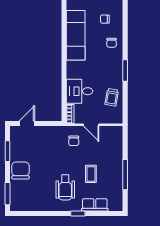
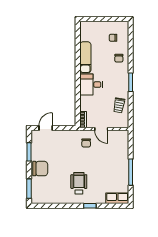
exam couch: (76, 35) -> (85, 57), width x0.73, depth x0.69
desk: (79, 91) -> (91, 85), moved
chair: (21, 170) -> (40, 169), turned 90
coffee table: (91, 174) -> (101, 172), removed
wheelchair: (65, 187) -> (79, 183), turned 180
row of seats: (95, 205) -> (117, 198), moved

